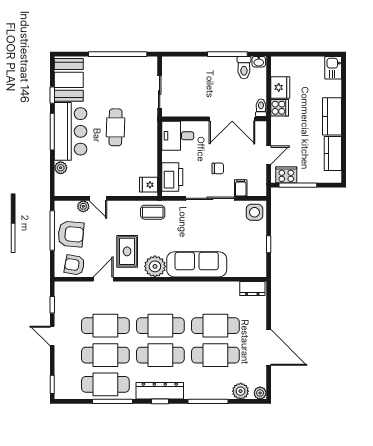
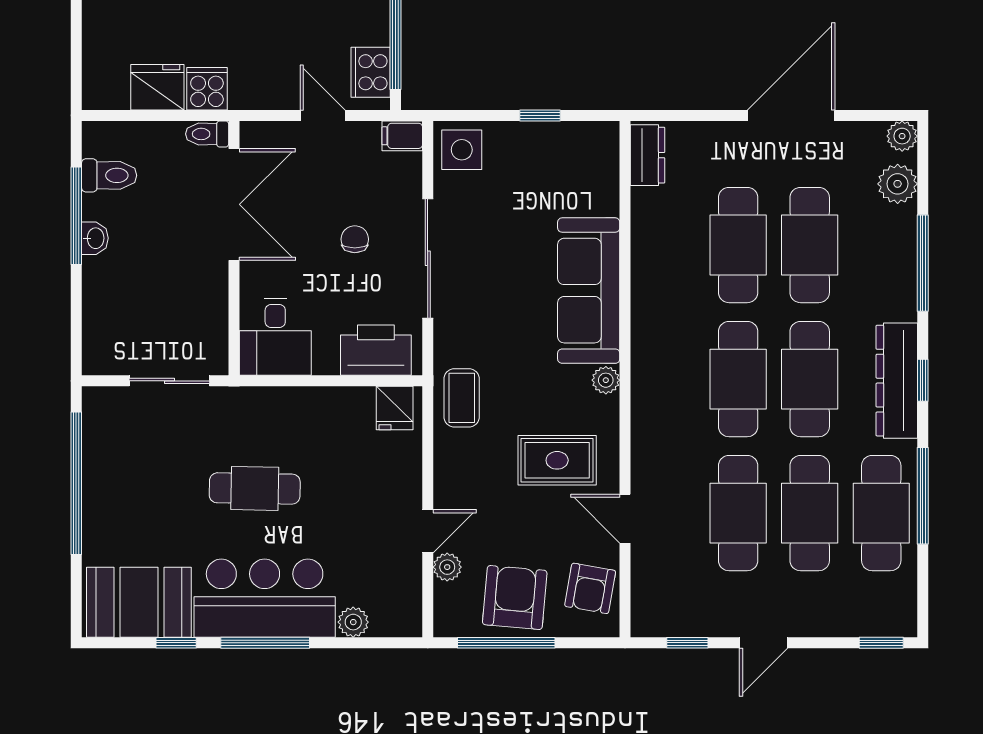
washbasin: (259, 62) -> (95, 238), moved
filing cabinet: (241, 188) -> (402, 136), moved
plant: (155, 266) -> (606, 380), width x0.53, depth x0.53

